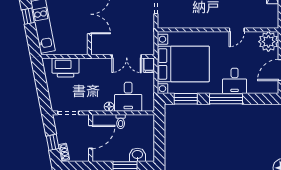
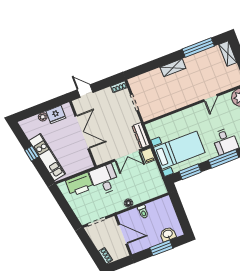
dresser: (149, 41) -> (141, 136), added
bed with nightstands: (183, 64) -> (179, 150), width x0.73
desk: (128, 97) -> (105, 179), moved, turned 180
door: (91, 137) -> (123, 234), hinge flipped
window: (53, 142) -> (93, 251), removed

